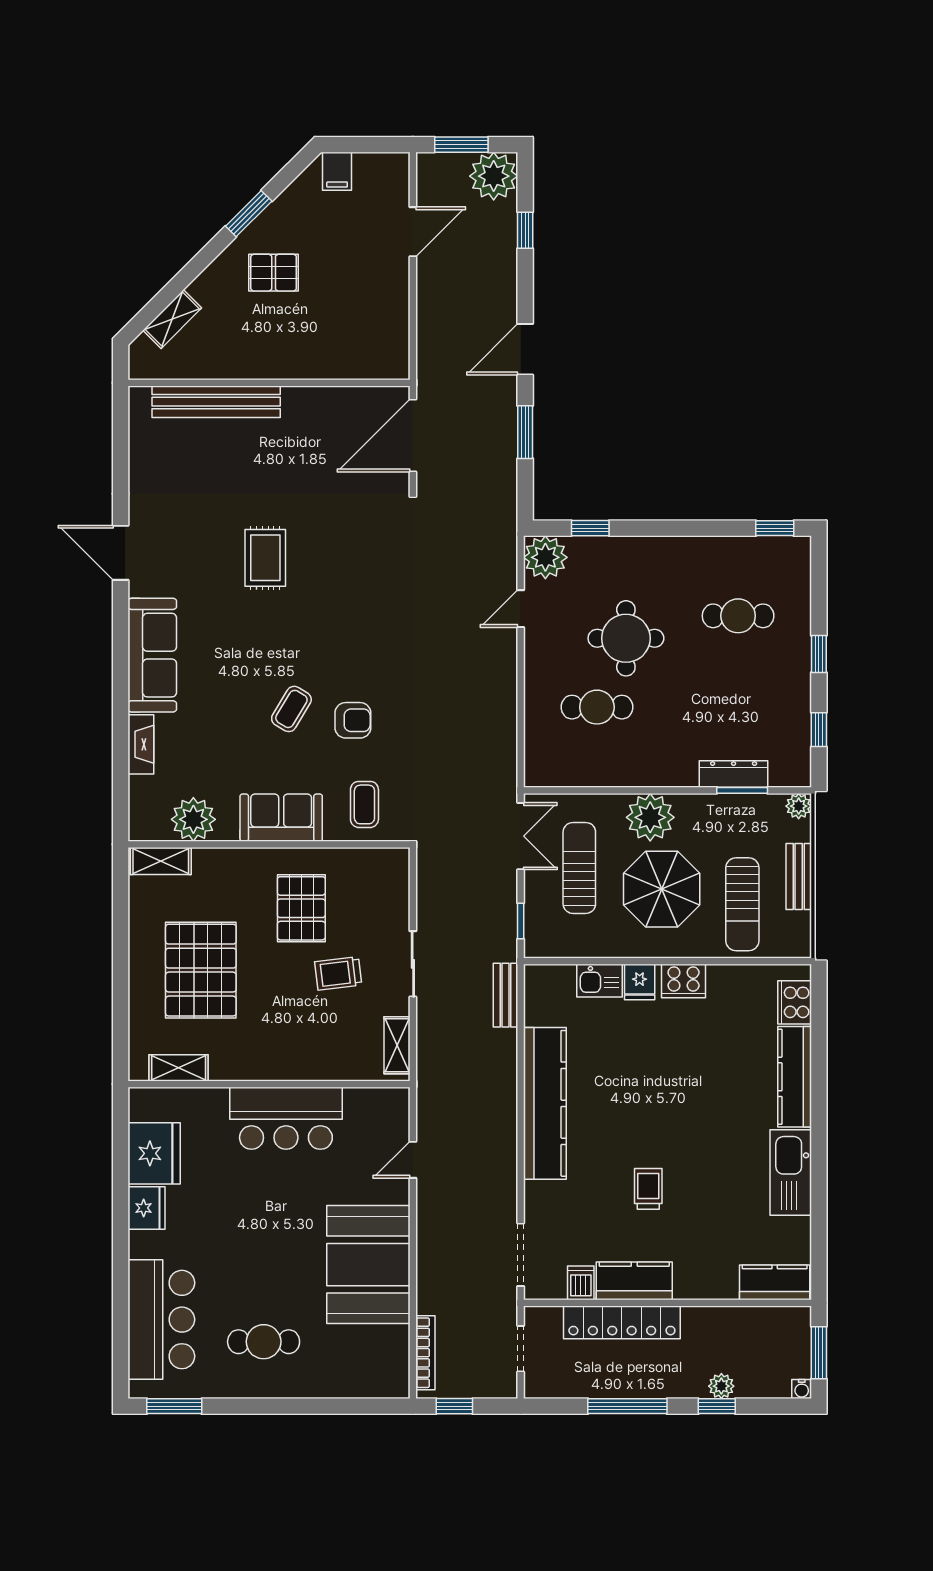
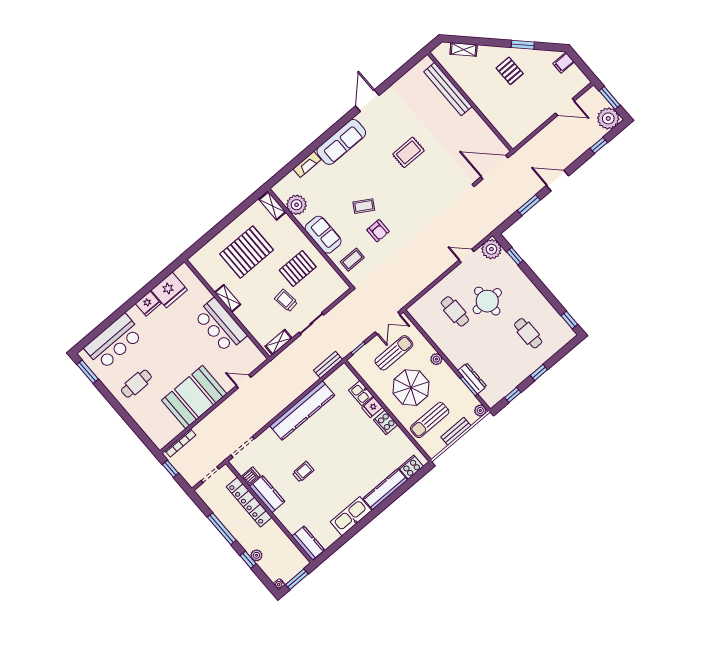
plant: (650, 817) -> (436, 359), width x0.53, depth x0.53
shelving: (179, 1068) -> (228, 298), moved
cafe table: (264, 1342) -> (136, 384), turned 90

